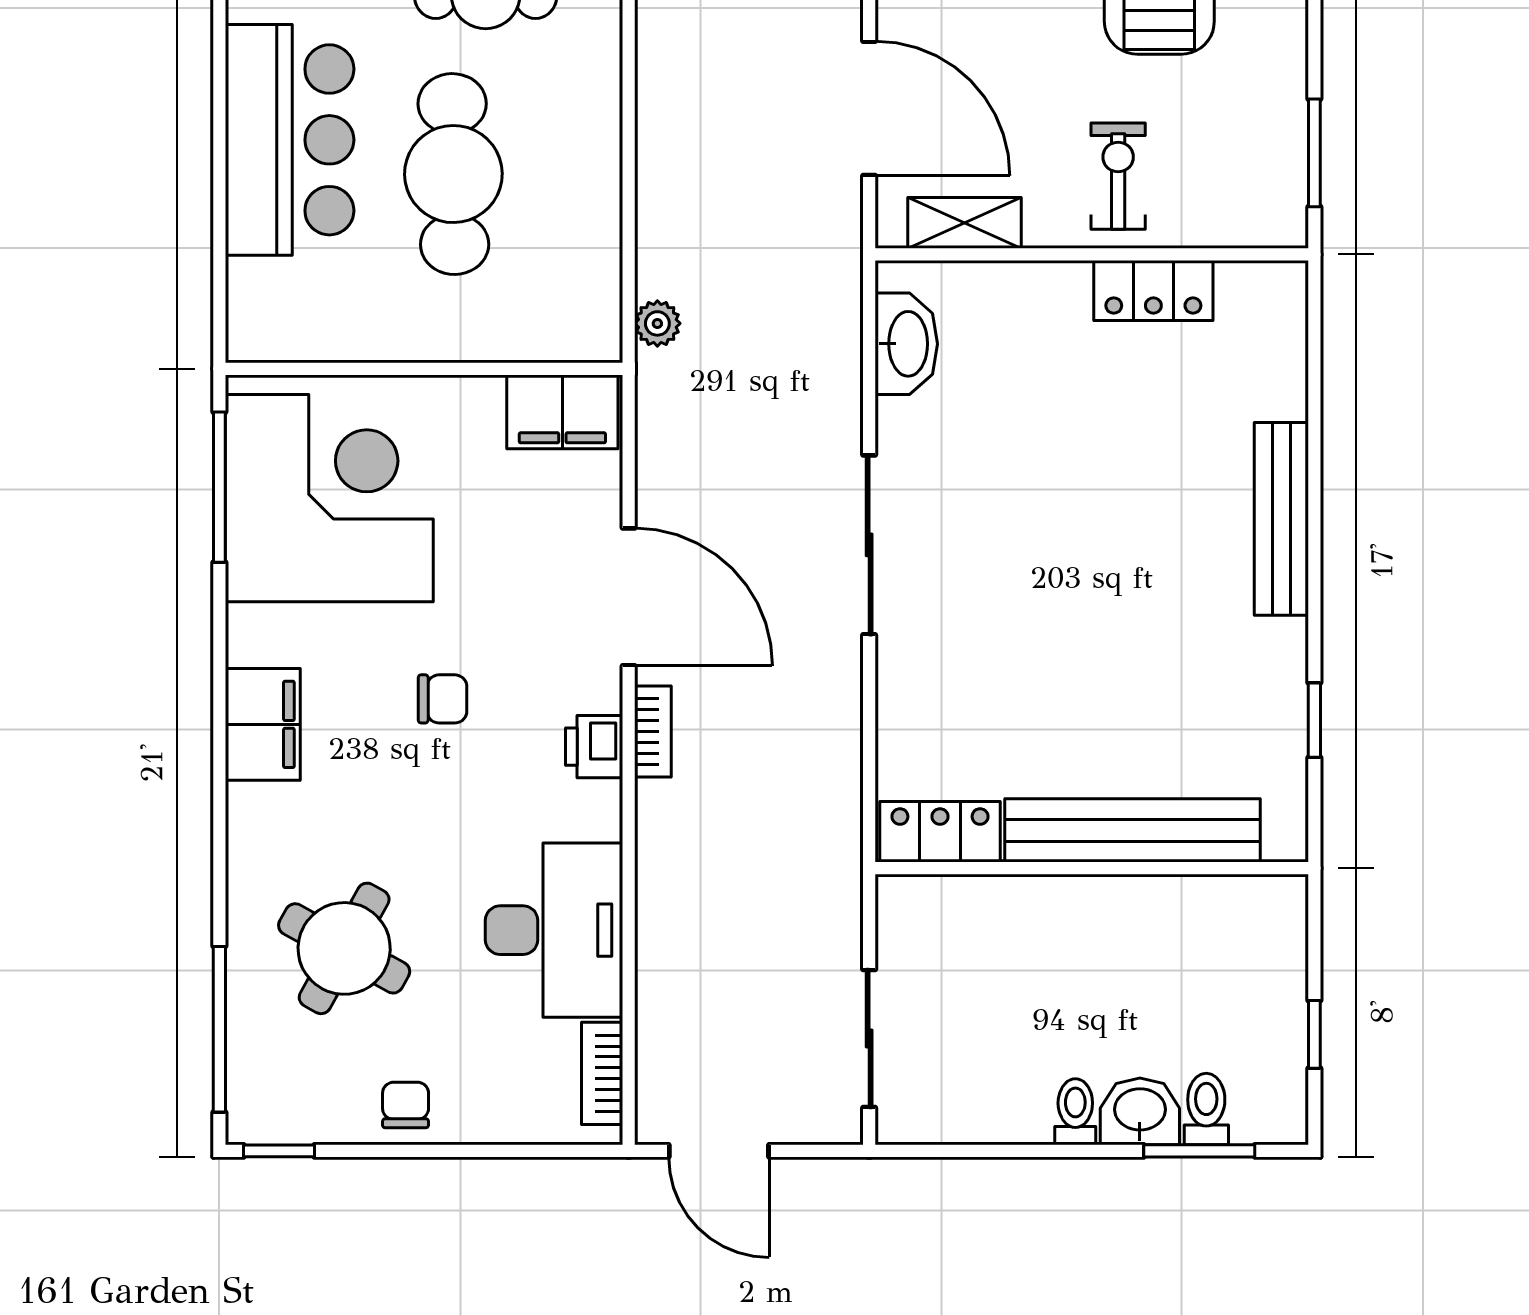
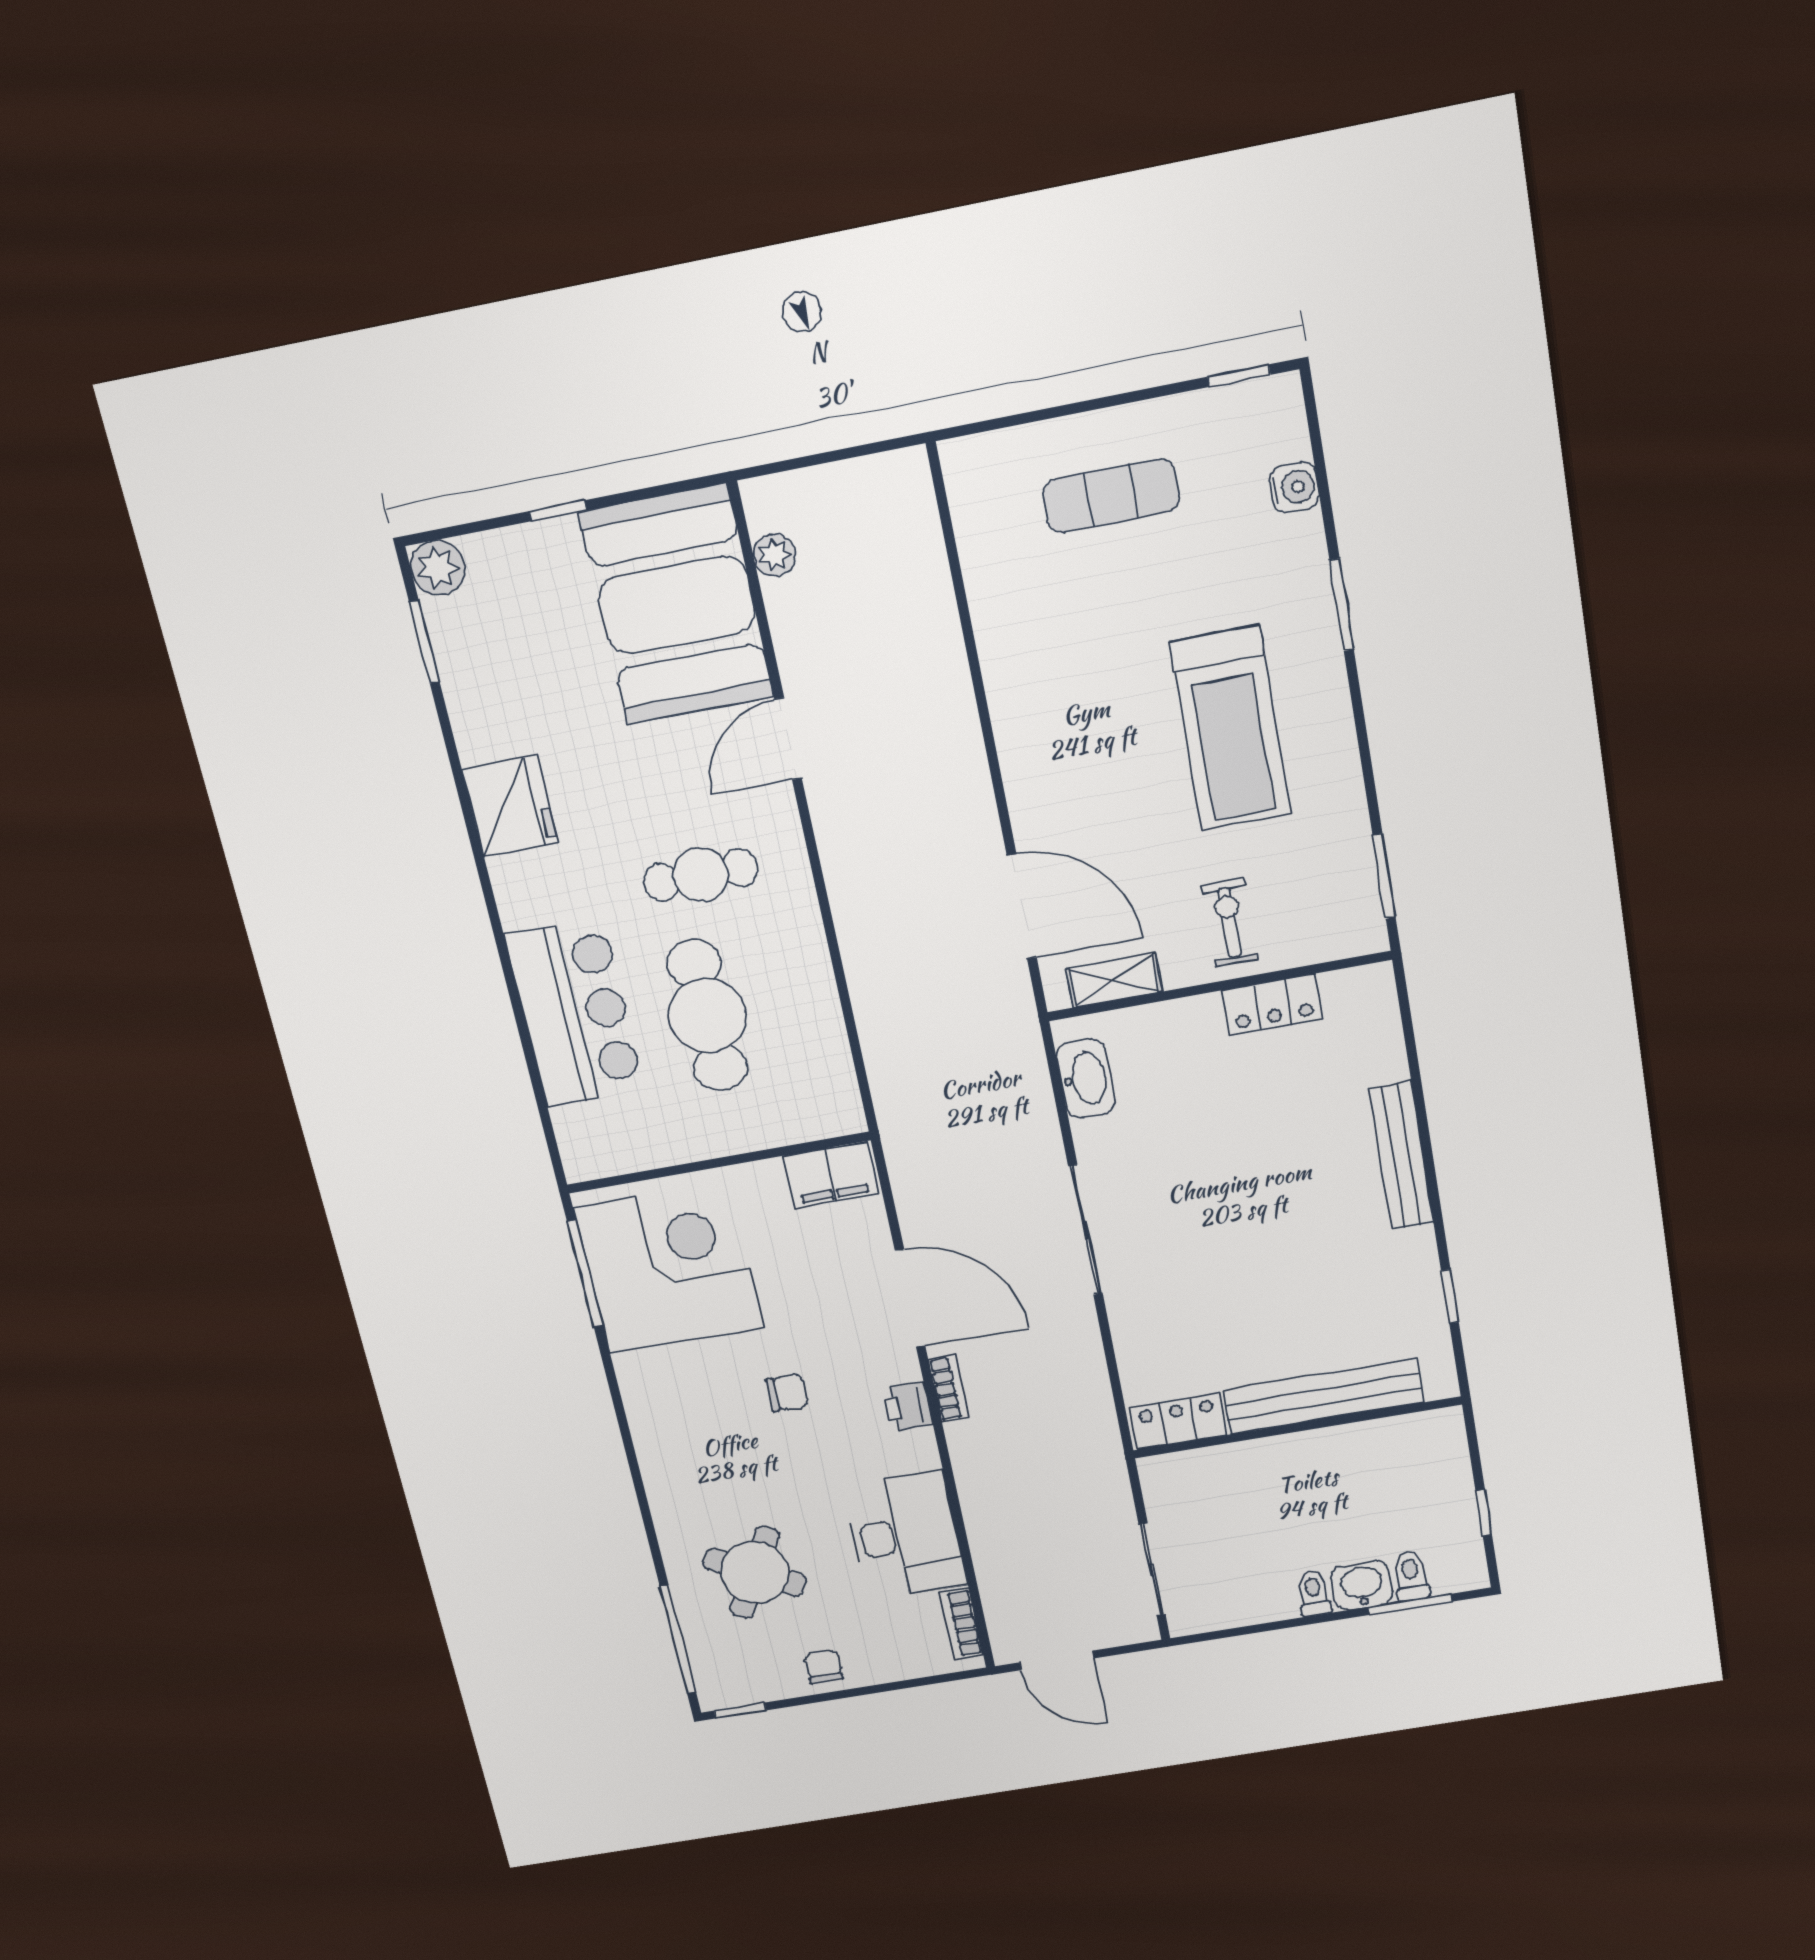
plant: (657, 323) -> (890, 1098), removed
filing cabinet: (263, 724) -> (658, 1432), removed

